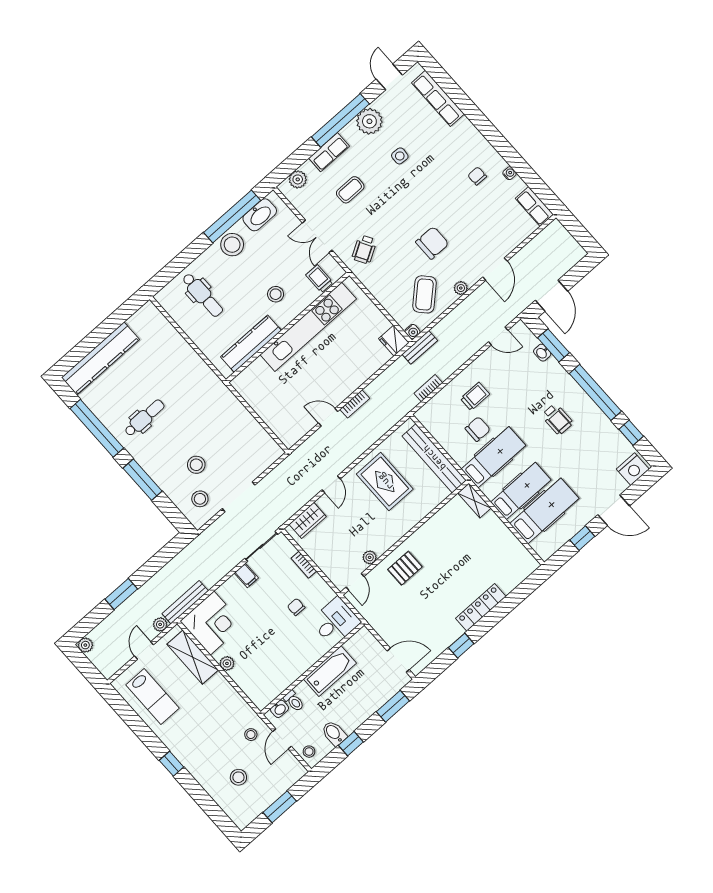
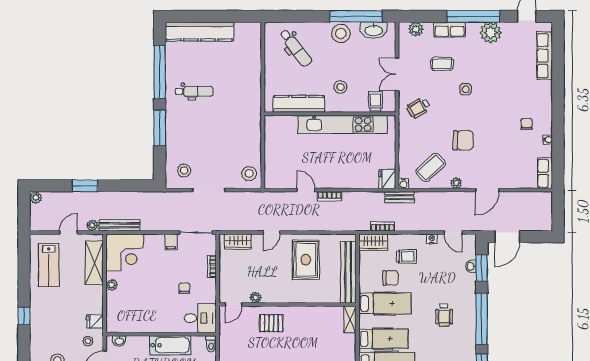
side table: (400, 156) -> (466, 89), moved
dental chair: (202, 295) -> (296, 48), turned -38
nightstand: (484, 359) -> (432, 239), added
wardrobe: (433, 410) -> (373, 242), added
stool: (196, 465) -> (249, 174), moved
toilet: (294, 701) -> (211, 344), moved
fridge: (241, 711) -> (95, 321), added

